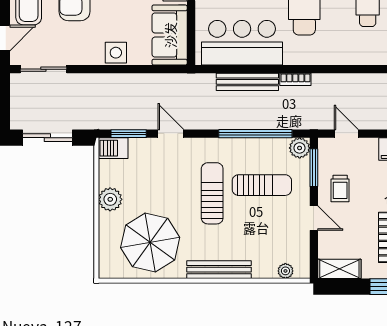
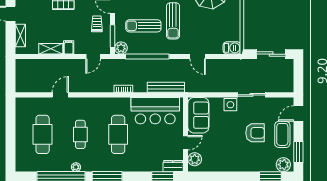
sliding door: (43, 69) -> (251, 95), moved
bench: (247, 82) -> (166, 87), moved
window: (129, 134) -> (223, 56), removed
door: (346, 134) -> (93, 56), hinge flipped
plant: (110, 199) -> (234, 17), removed

